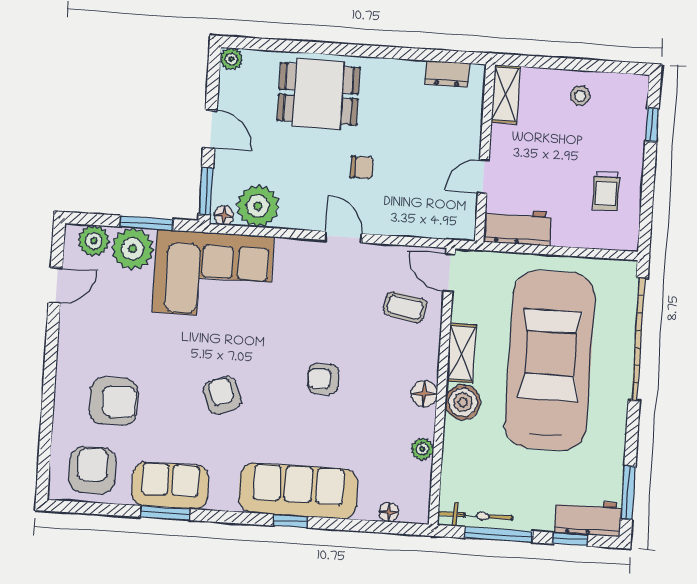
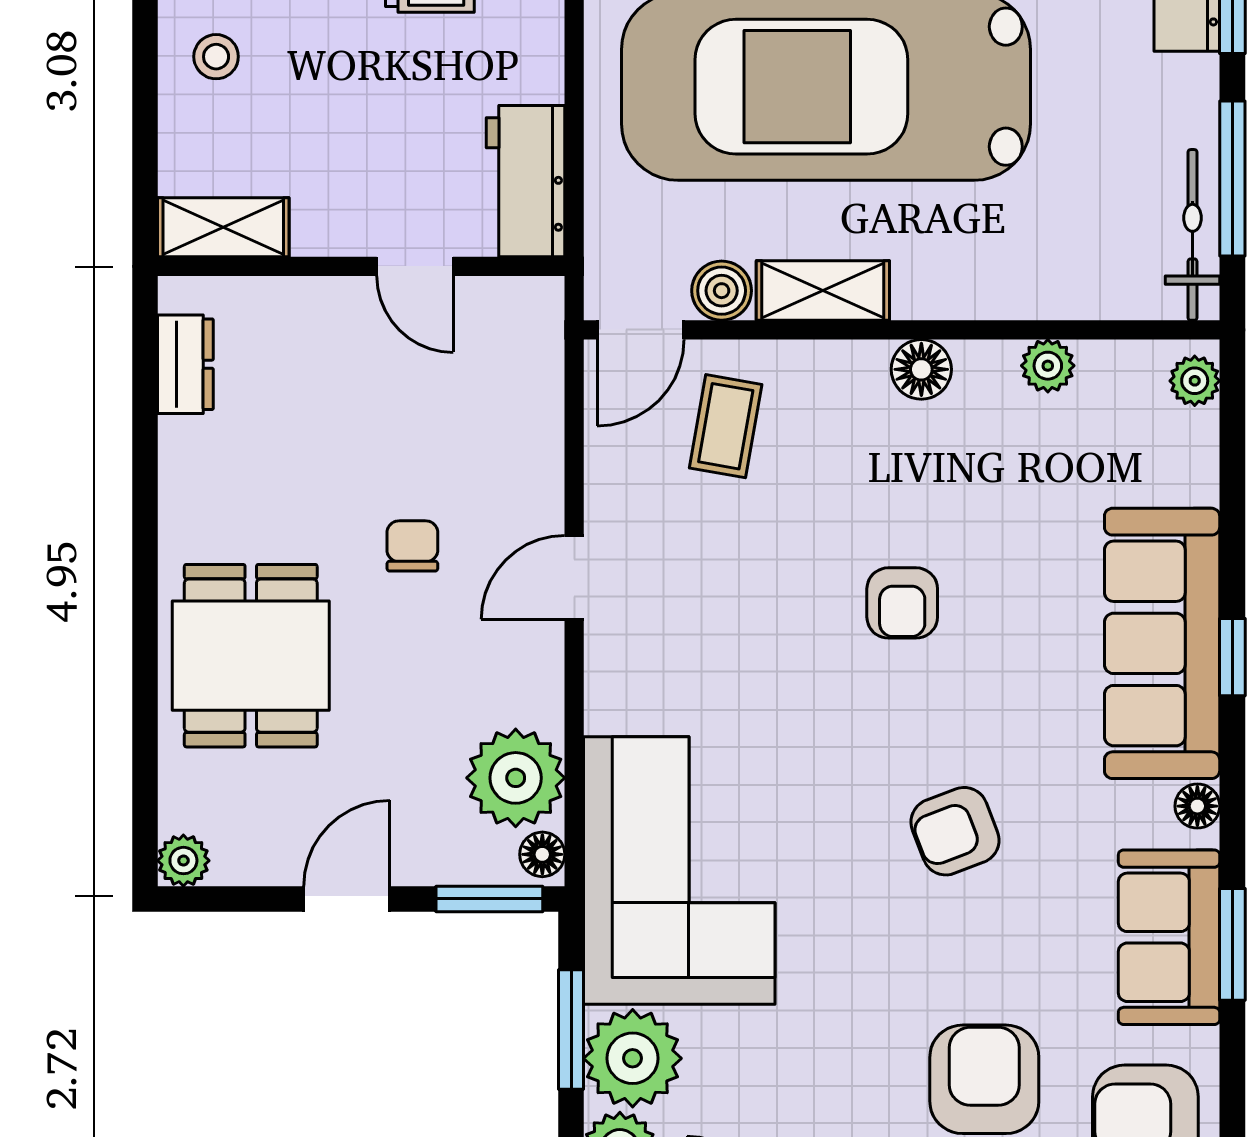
boiler: (463, 402) -> (722, 291), moved, width x0.73, depth x0.73
floor lamp: (389, 512) -> (1197, 806), moved
plant: (412, 513) -> (1195, 381), added

